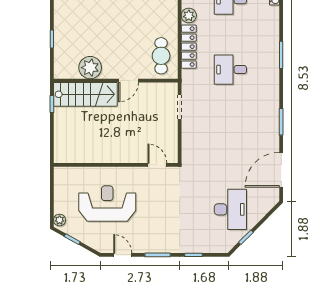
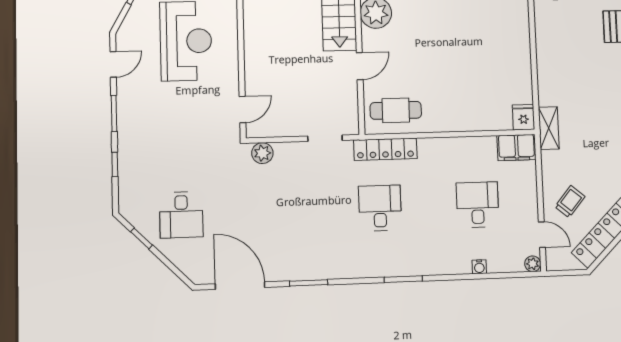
plant: (189, 16) -> (262, 153), moved
locker: (189, 47) -> (385, 149), moved
door: (128, 81) -> (360, 66), swing flipped
desk: (230, 209) -> (181, 215), width x0.73

